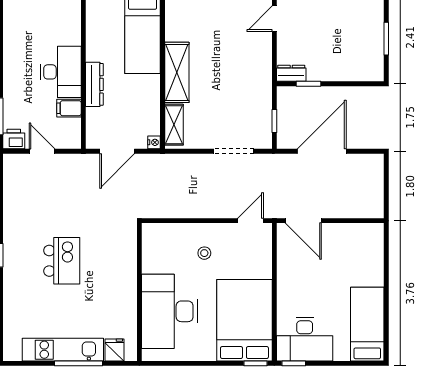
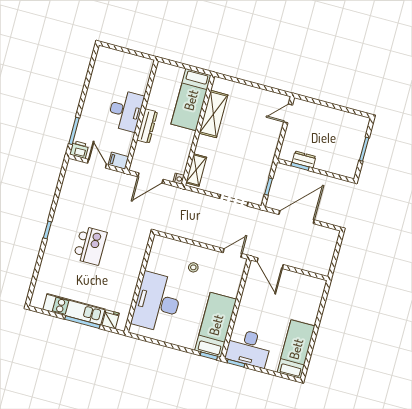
shelving: (177, 72) -> (213, 114), moved
dresser: (291, 73) -> (304, 159), moved
filing cabinet: (69, 108) -> (118, 161), moved
bed: (244, 320) -> (216, 325), width x0.67

